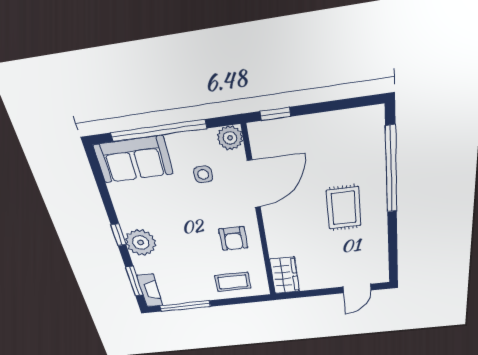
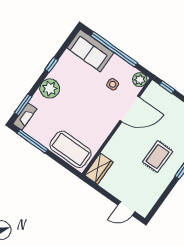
window: (118, 235) -> (51, 65), moved
armchair: (233, 238) -> (95, 126), removed
coffee table: (233, 282) -> (71, 149), width x1.86, depth x1.72

